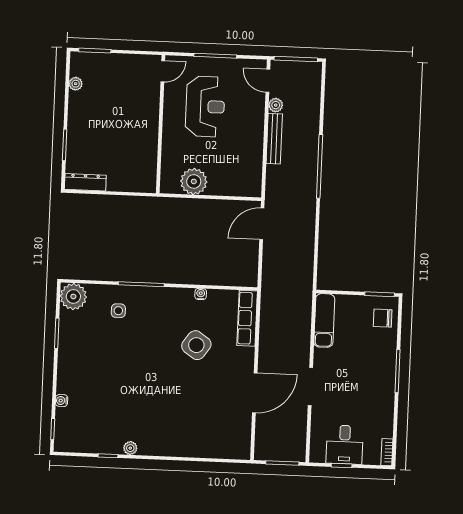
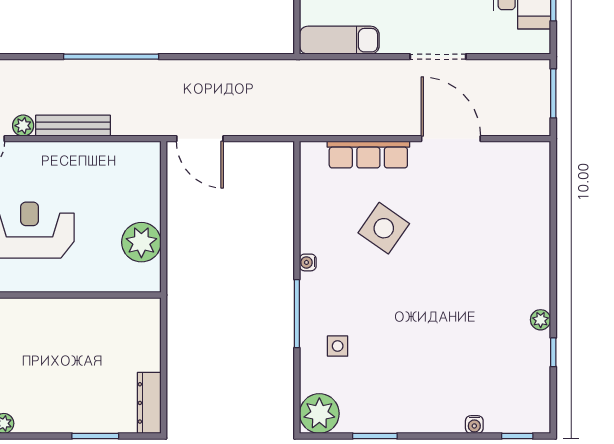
water cooler: (201, 294) -> (308, 262), moved
row of seats: (247, 318) -> (368, 155), moved

